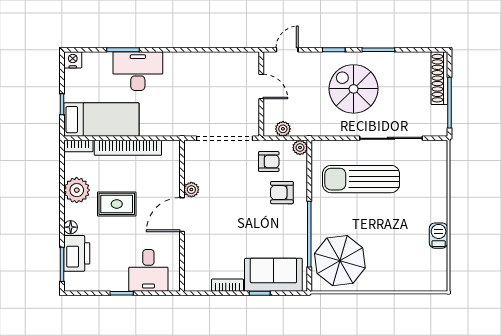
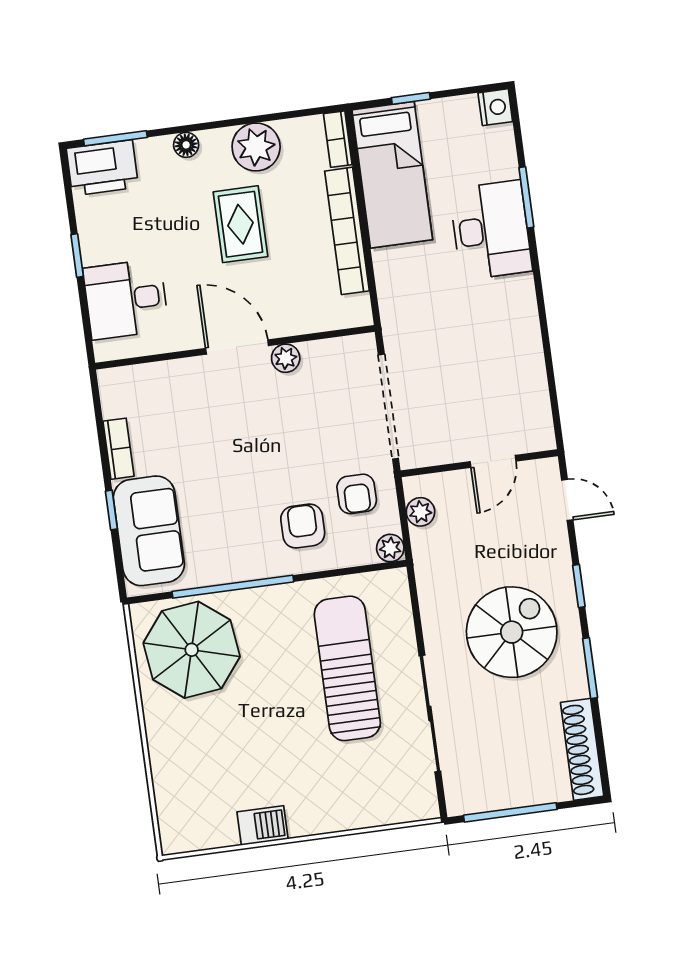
shoe rack: (439, 78) -> (582, 749), moved, turned -90
printer: (77, 253) -> (102, 168), moved

